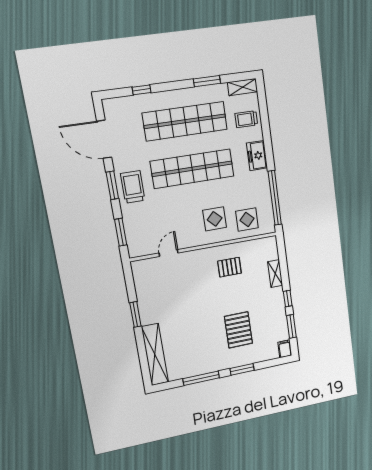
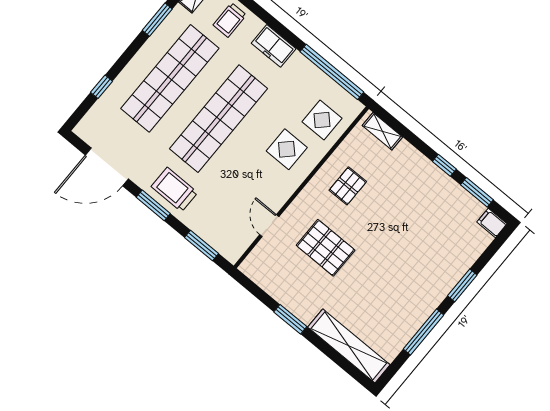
shelving: (275, 274) -> (382, 131), moved
pallet: (238, 330) -> (326, 248), moved

